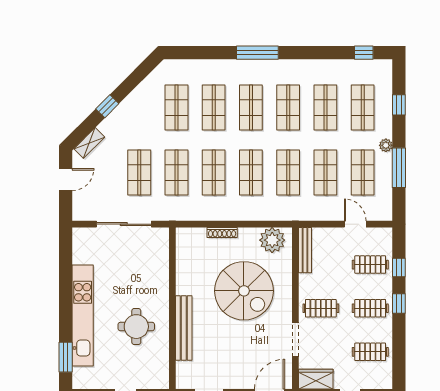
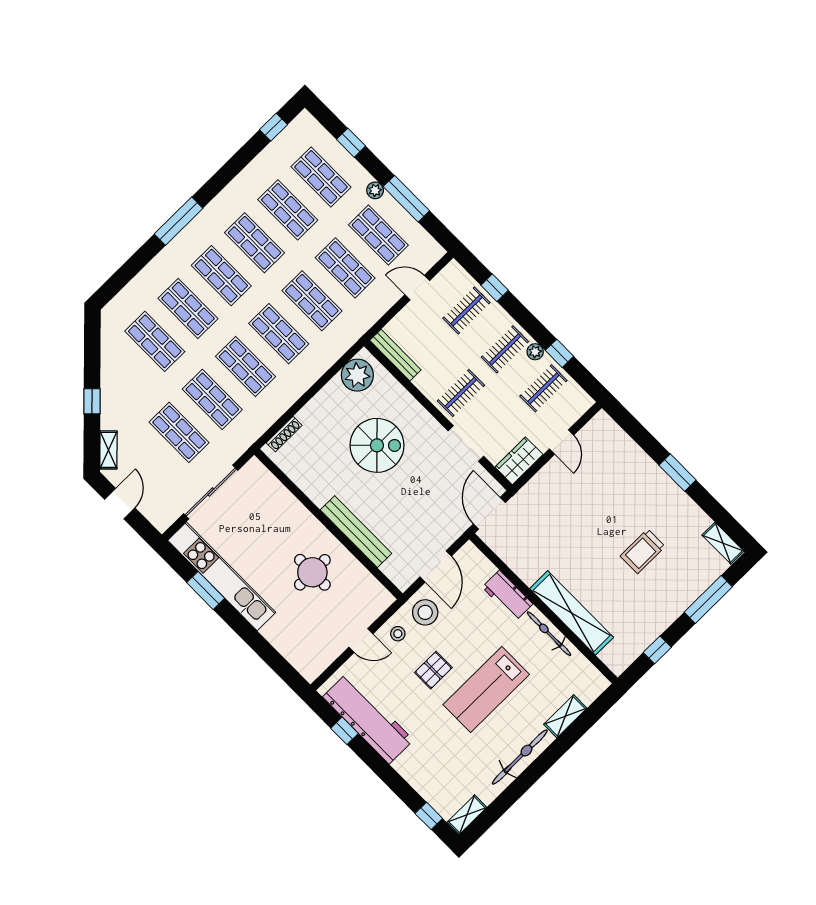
shoe rack: (222, 232) -> (284, 434), moved
spiral stairs: (244, 291) -> (377, 445), width x0.73, depth x0.73
window: (399, 304) -> (559, 353), moved
kitchen unit: (83, 316) -> (222, 576), moved
plant: (386, 326) -> (535, 352), added
window: (66, 357) -> (206, 590), moved

